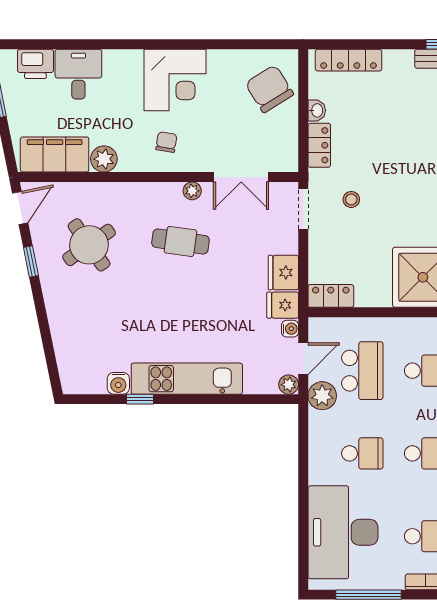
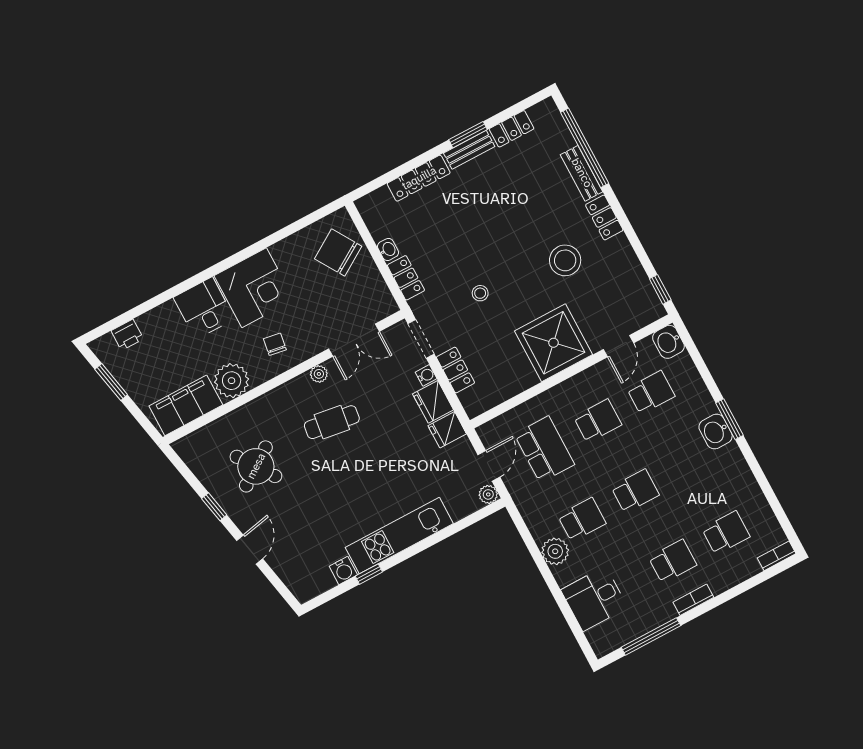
locker: (349, 60) -> (419, 178), moved
printer: (35, 64) -> (127, 335), width x0.73, depth x0.81
desk: (78, 74) -> (204, 308), moved
plant: (104, 159) -> (232, 381), width x1.36, depth x1.36
stool: (351, 199) -> (480, 293), moved
door: (20, 208) -> (250, 550), moved
locker: (331, 296) -> (455, 370), moved, turned 90
water cooler: (290, 329) -> (426, 375), moved
plant: (322, 396) -> (555, 551), moved
desk: (343, 532) -> (594, 599), width x0.53, depth x0.77

